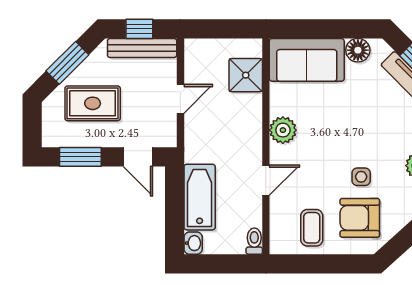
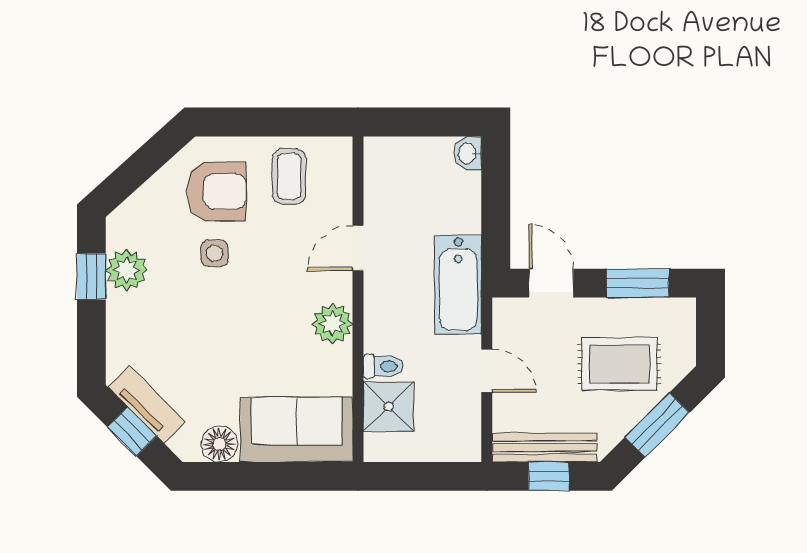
door: (180, 99) -> (487, 371), swing flipped
bathtub: (200, 197) -> (458, 285), moved
toilet: (254, 241) -> (383, 366), moved, turned -90

